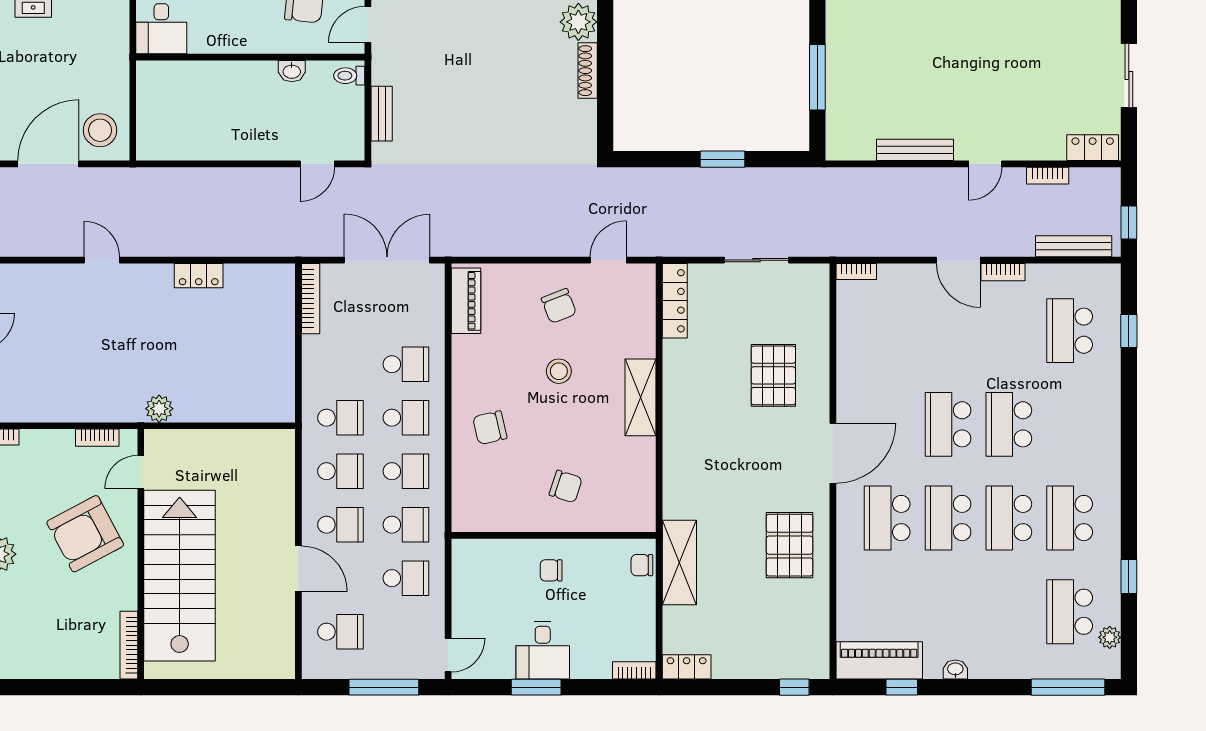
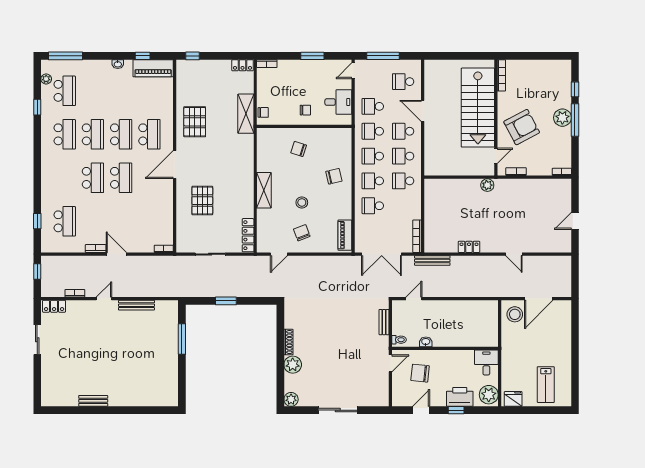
bench: (1074, 246) -> (432, 260), moved
desk: (543, 650) -> (338, 102), moved, turned 90

